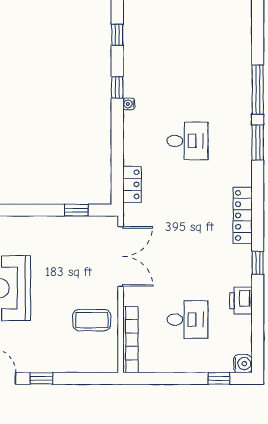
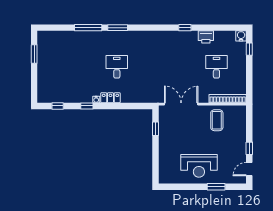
locker: (132, 184) -> (110, 98), moved
locker: (243, 215) -> (158, 36), removed

